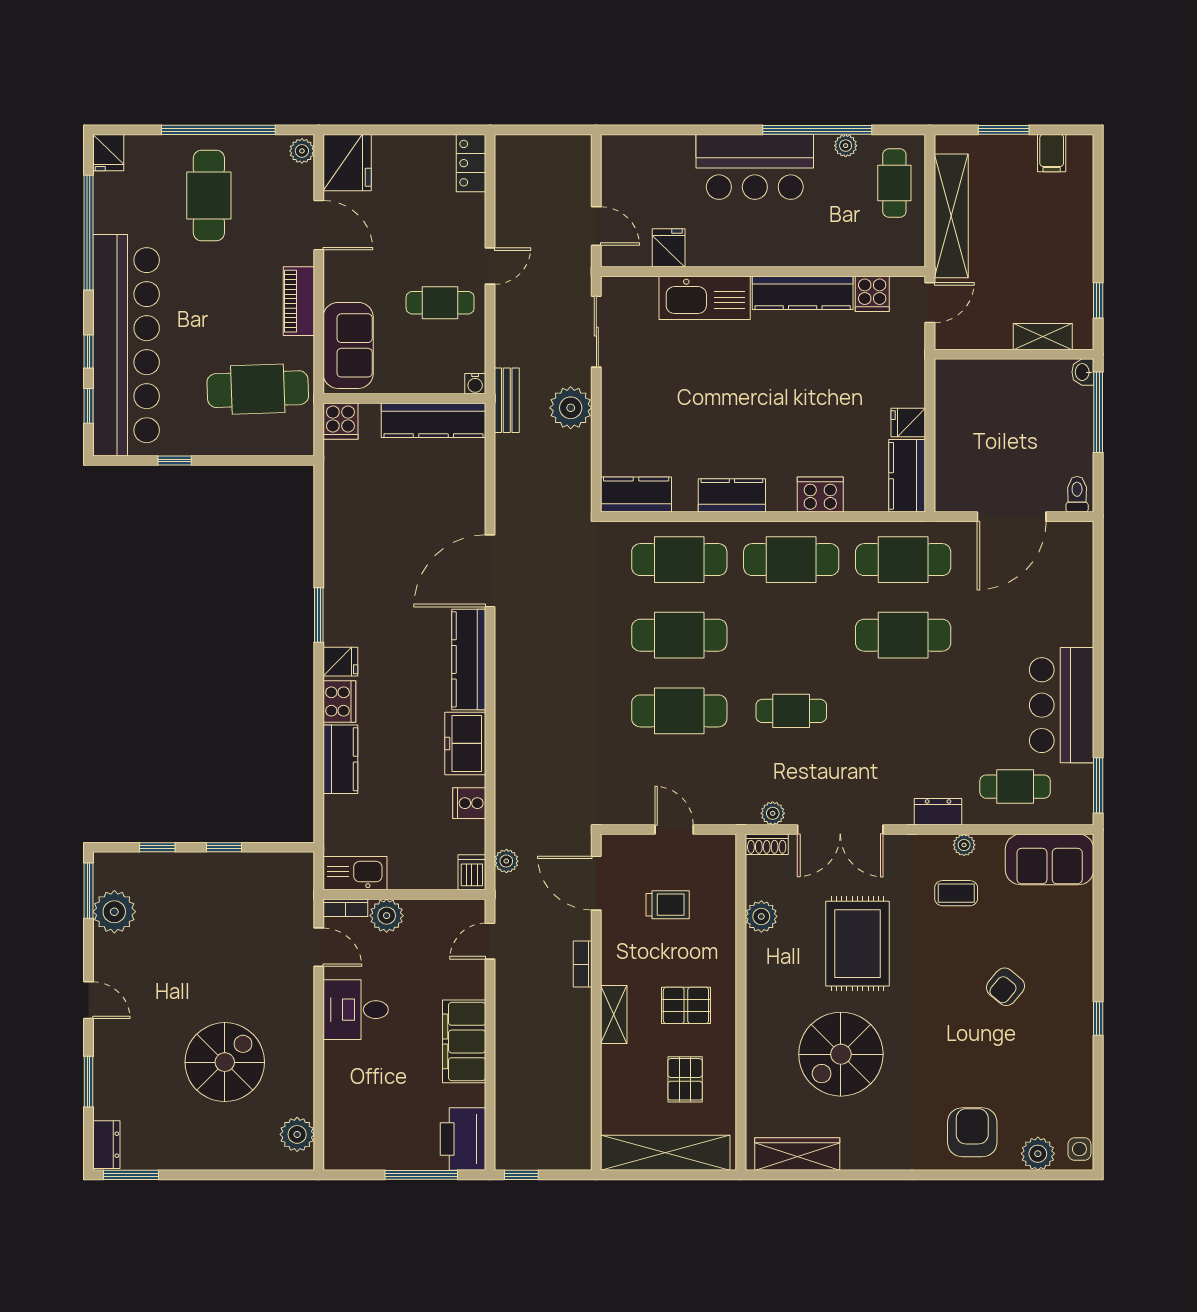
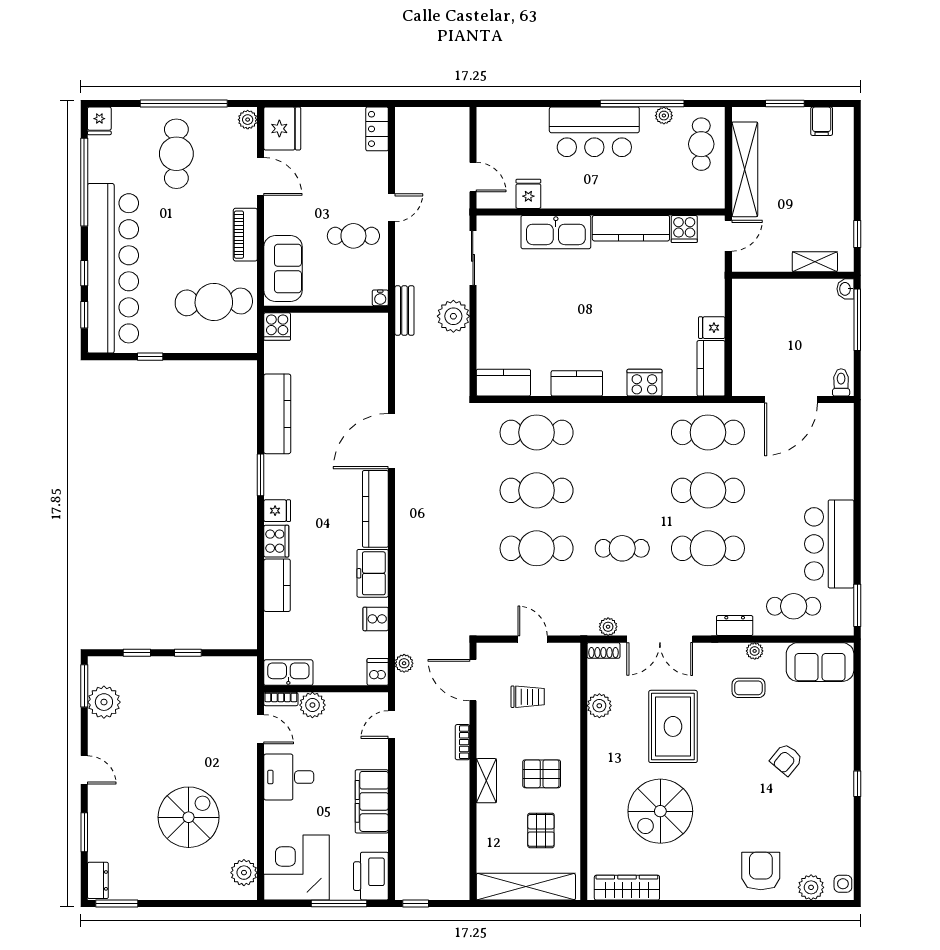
kitchen counter: (433, 420) -> (277, 414), moved, turned -90
cafe table: (791, 560) -> (708, 548), moved
corner desk: (366, 1128) -> (297, 868), added

